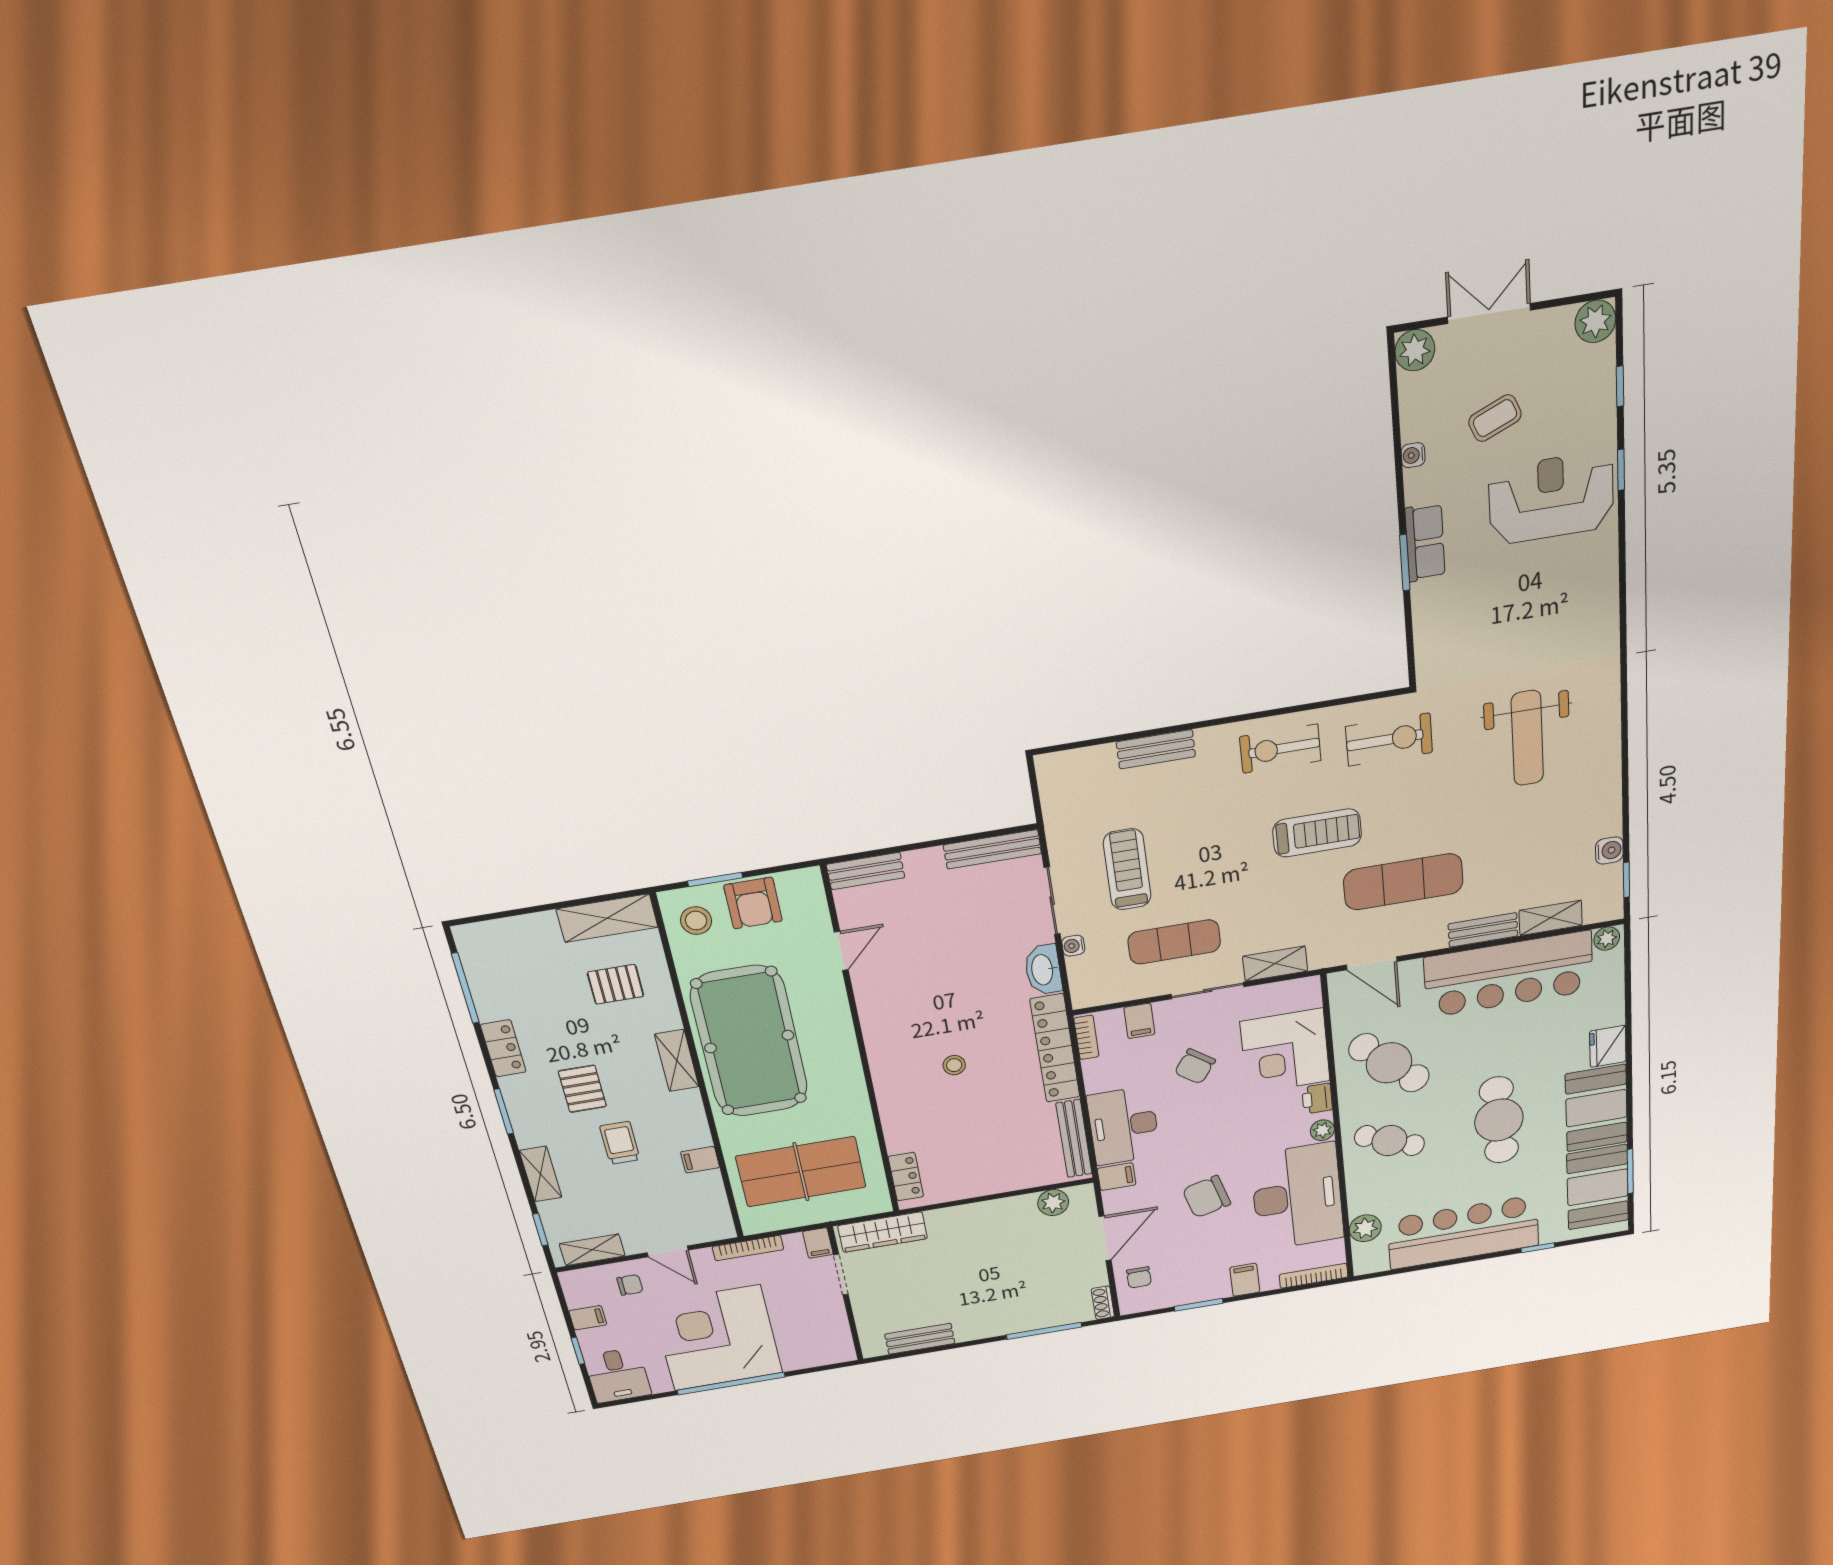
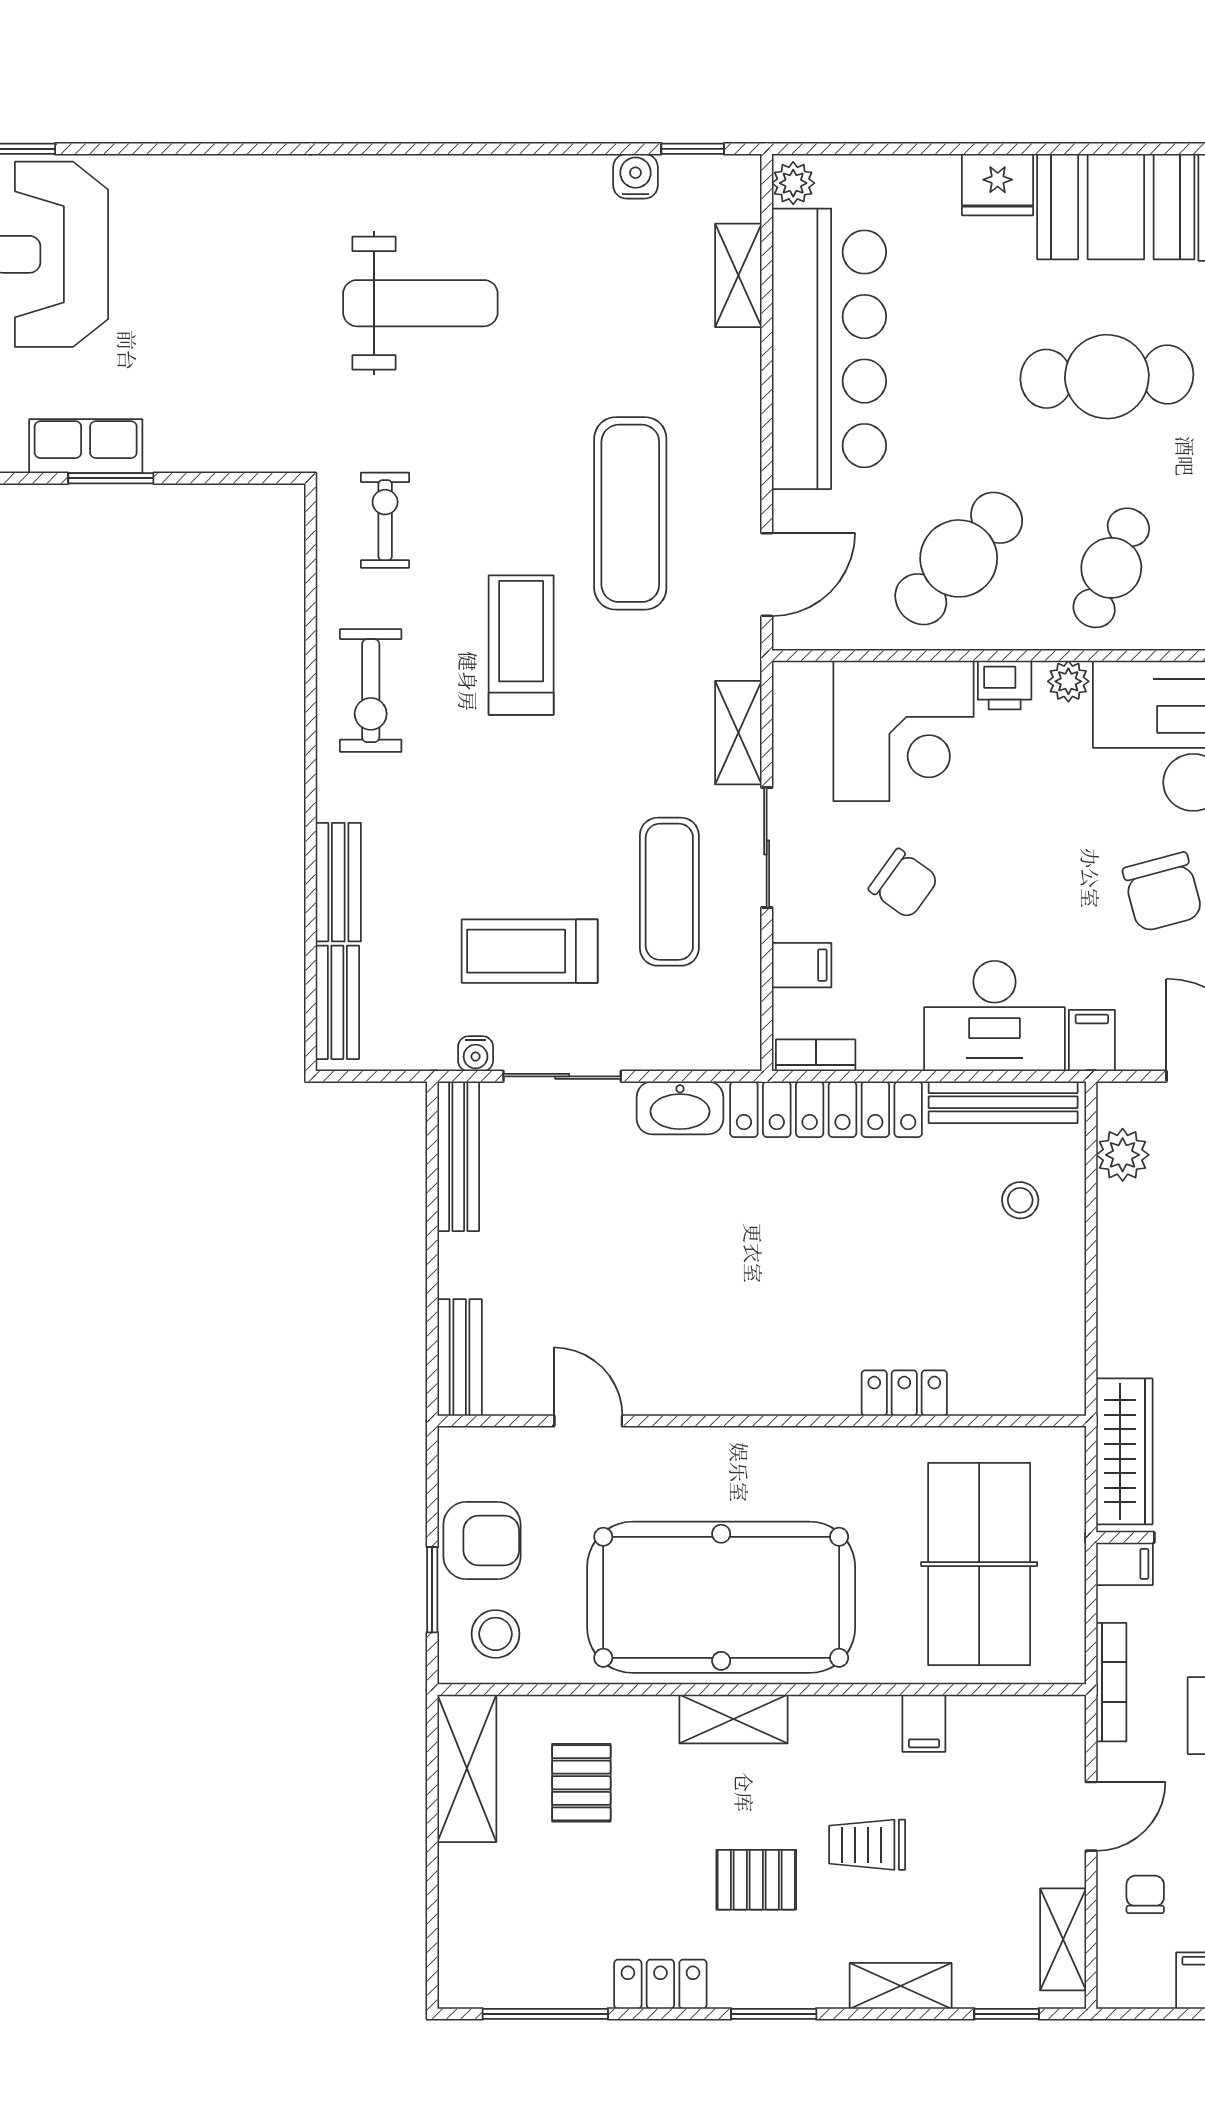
exercise bike: (1389, 740) -> (385, 520), width x0.73, depth x0.72
bench: (1483, 930) -> (337, 1002), moved
water cooler: (1073, 946) -> (476, 1054), moved
stool: (954, 1065) -> (1020, 1200), moved
locker: (906, 1177) -> (904, 1393), moved

